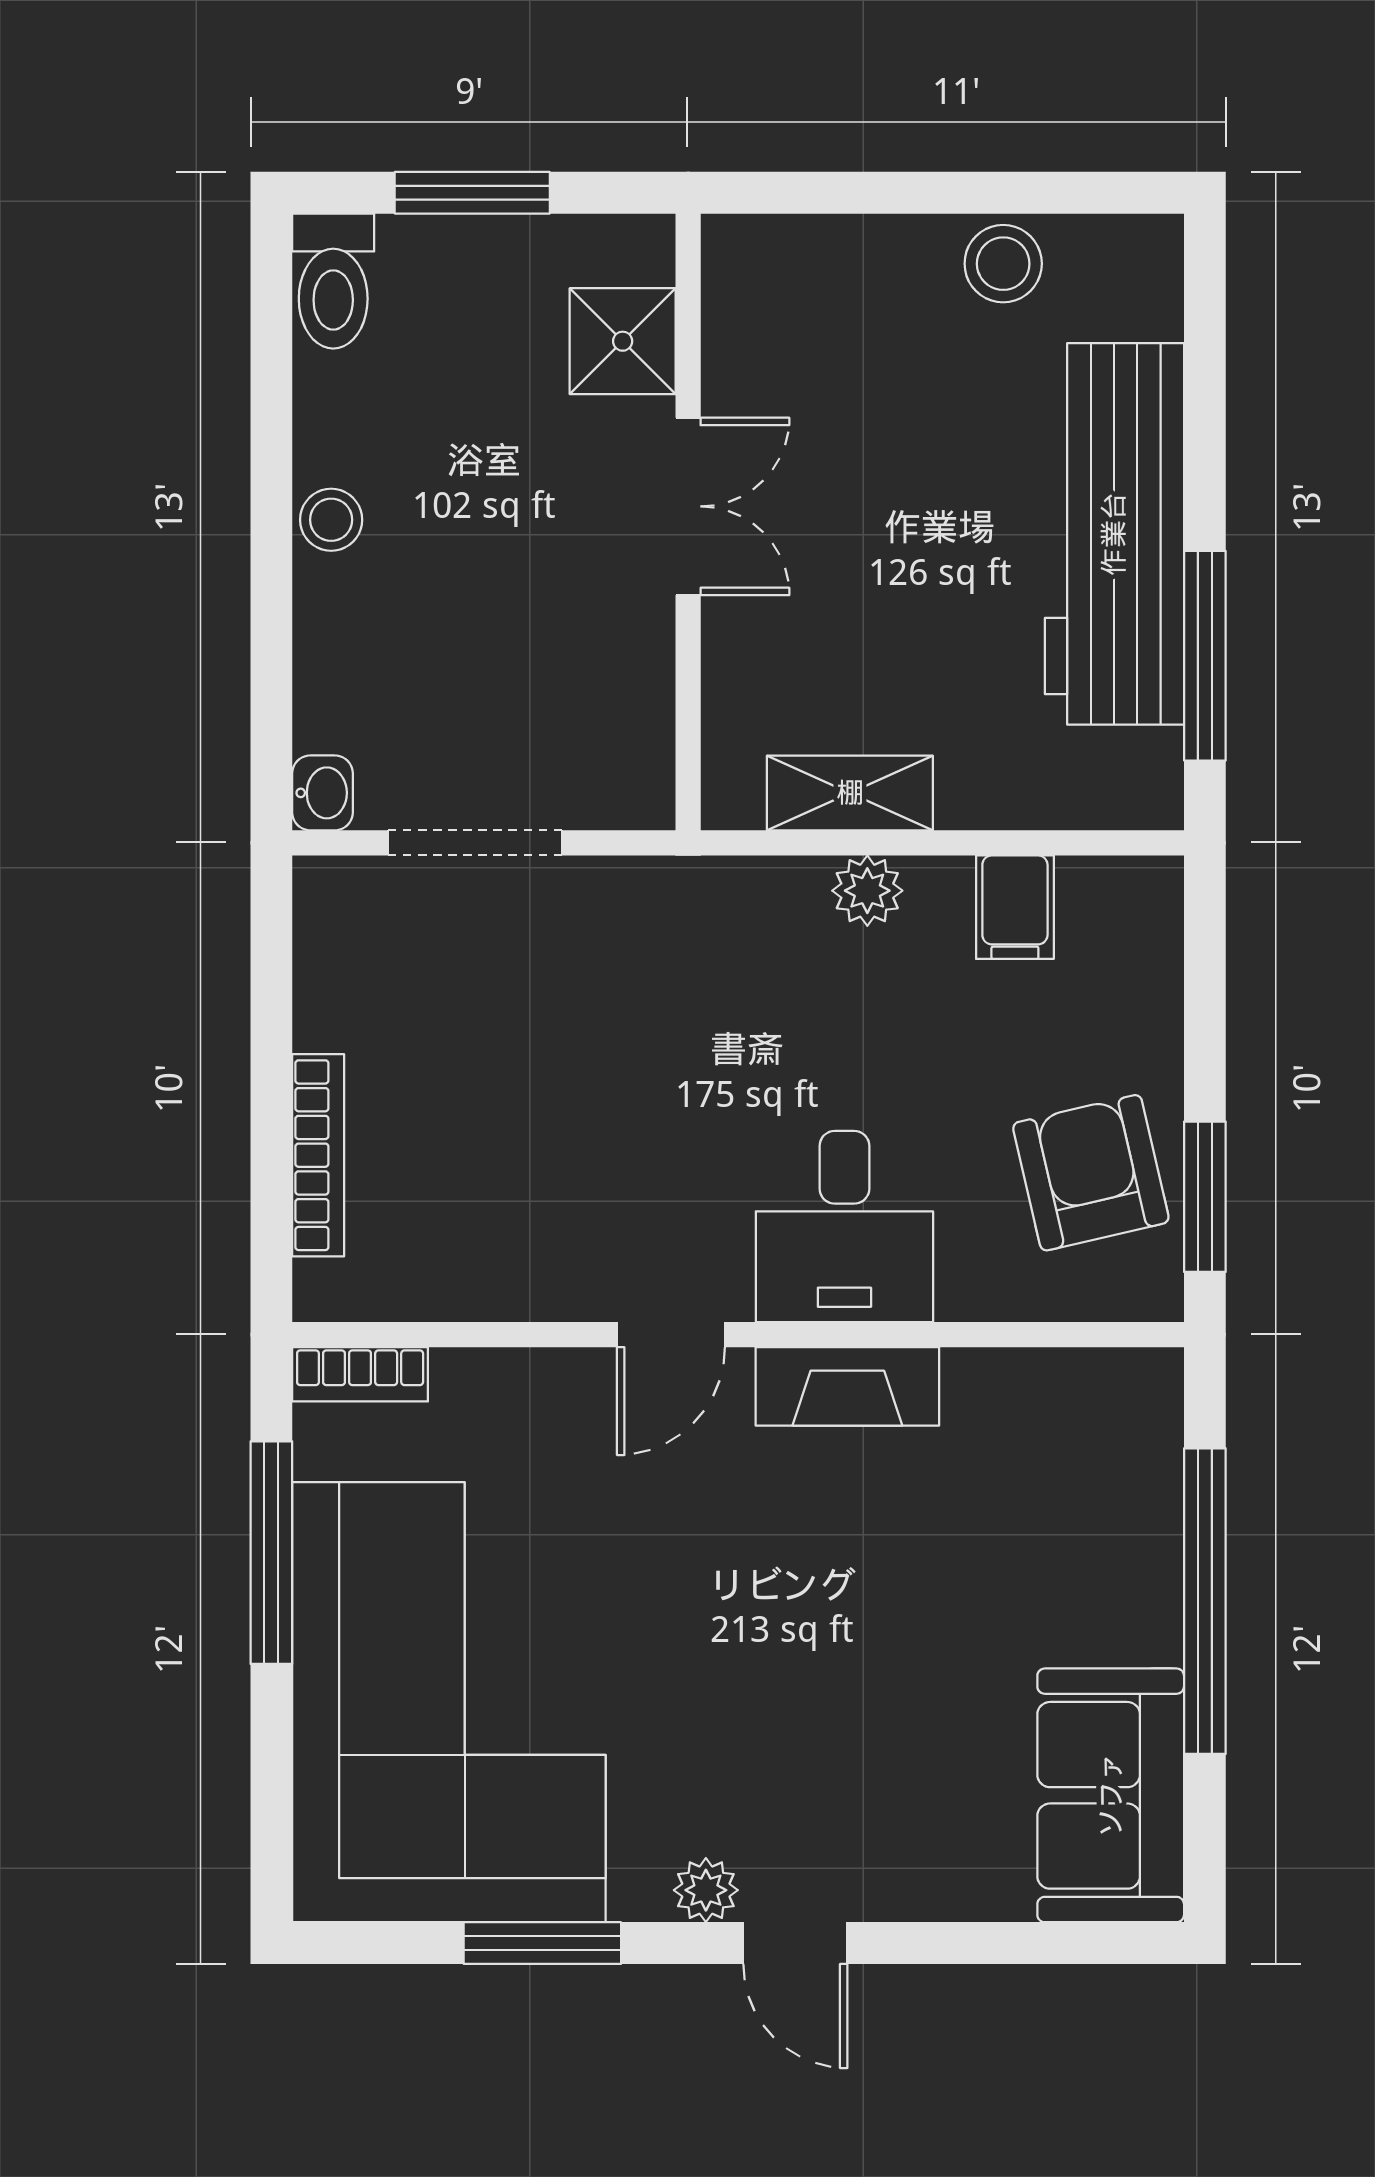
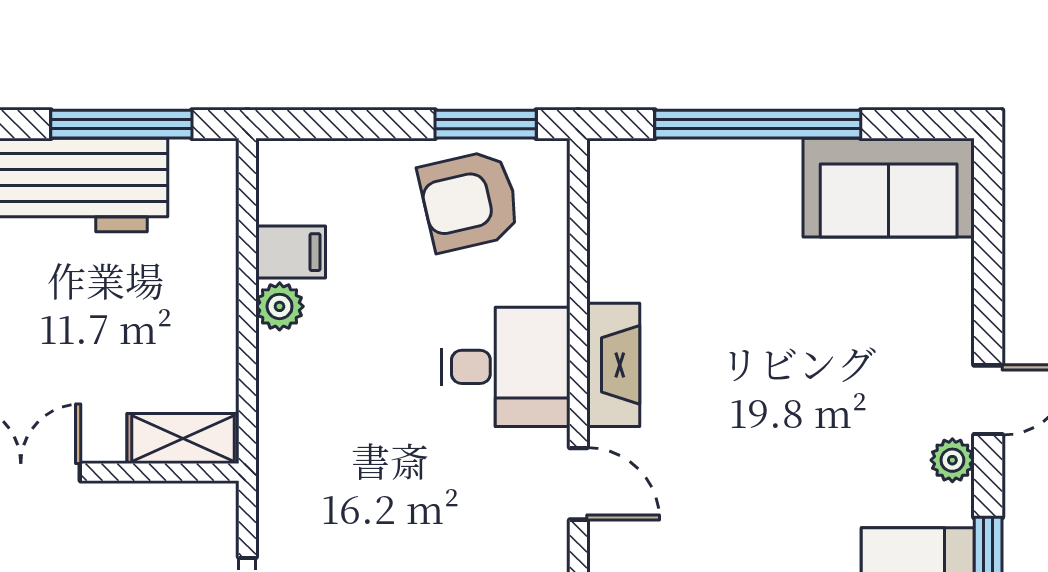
shelving: (850, 793) -> (183, 439), moved, turned 90
plant: (867, 891) -> (280, 306), moved

